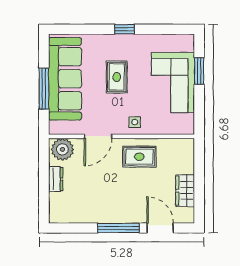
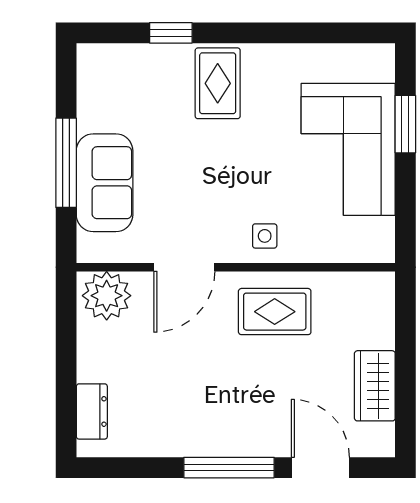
window: (124, 29) -> (171, 33), moved
rug: (117, 77) -> (218, 83), moved
sofa: (65, 79) -> (105, 183), width x0.54, depth x0.79
dresser: (56, 179) -> (92, 411), moved

